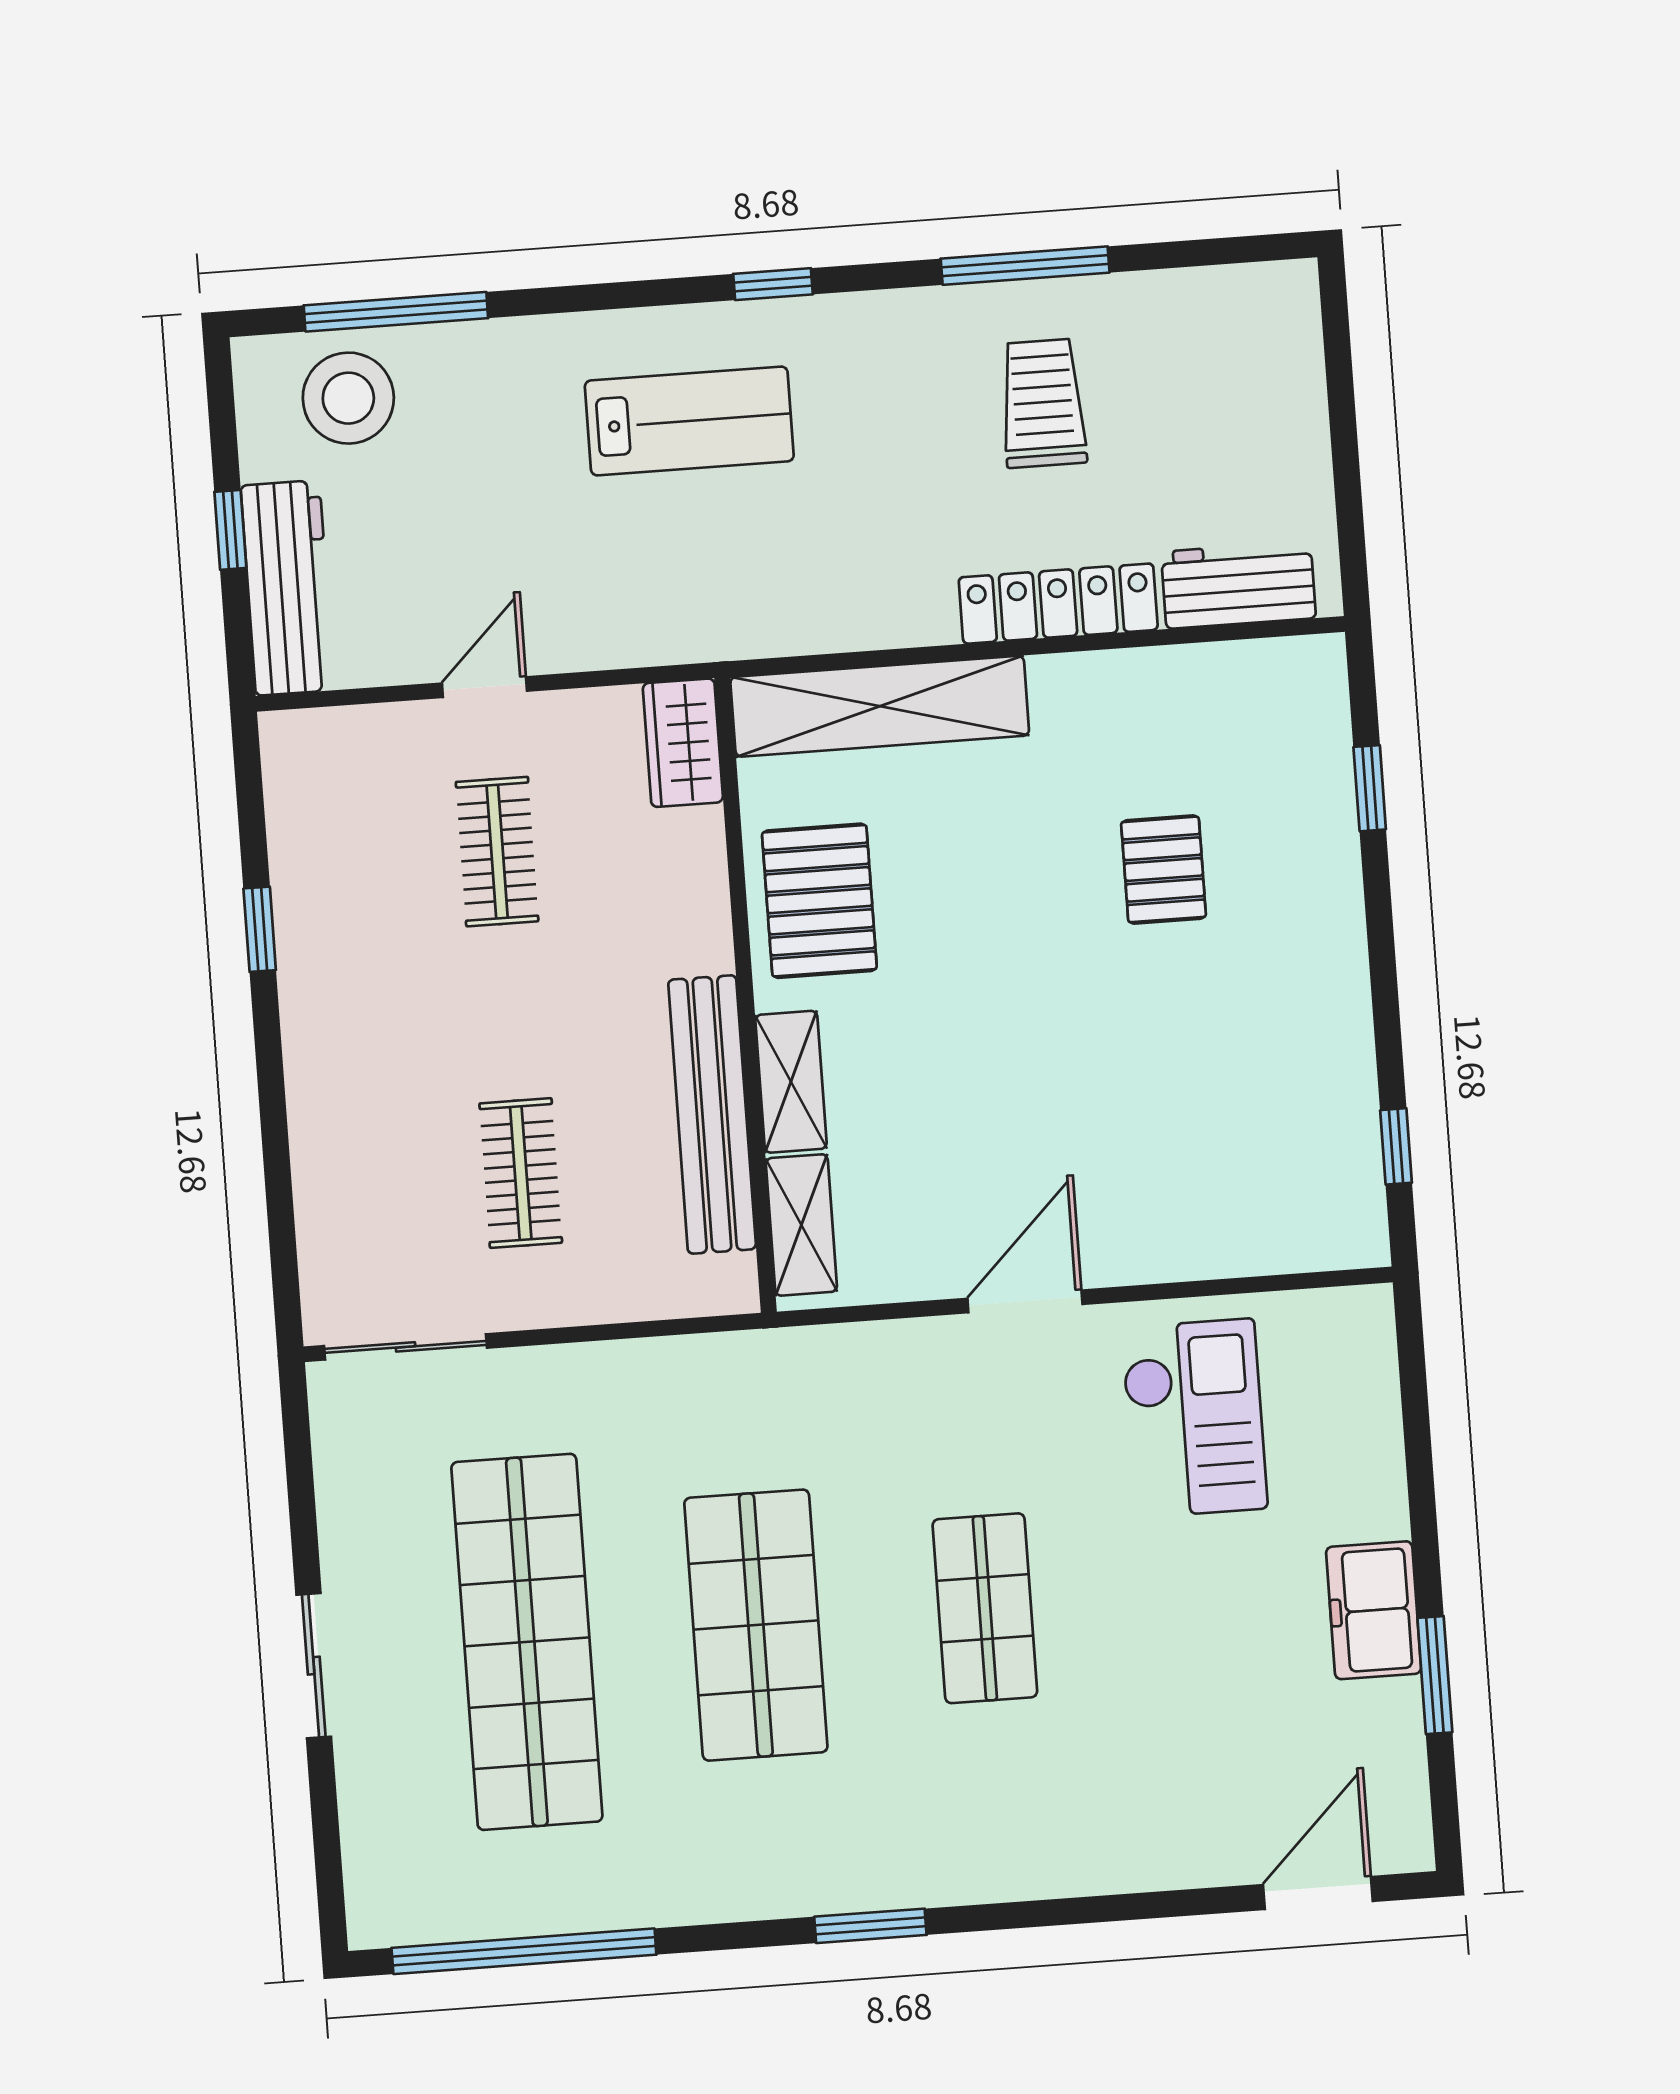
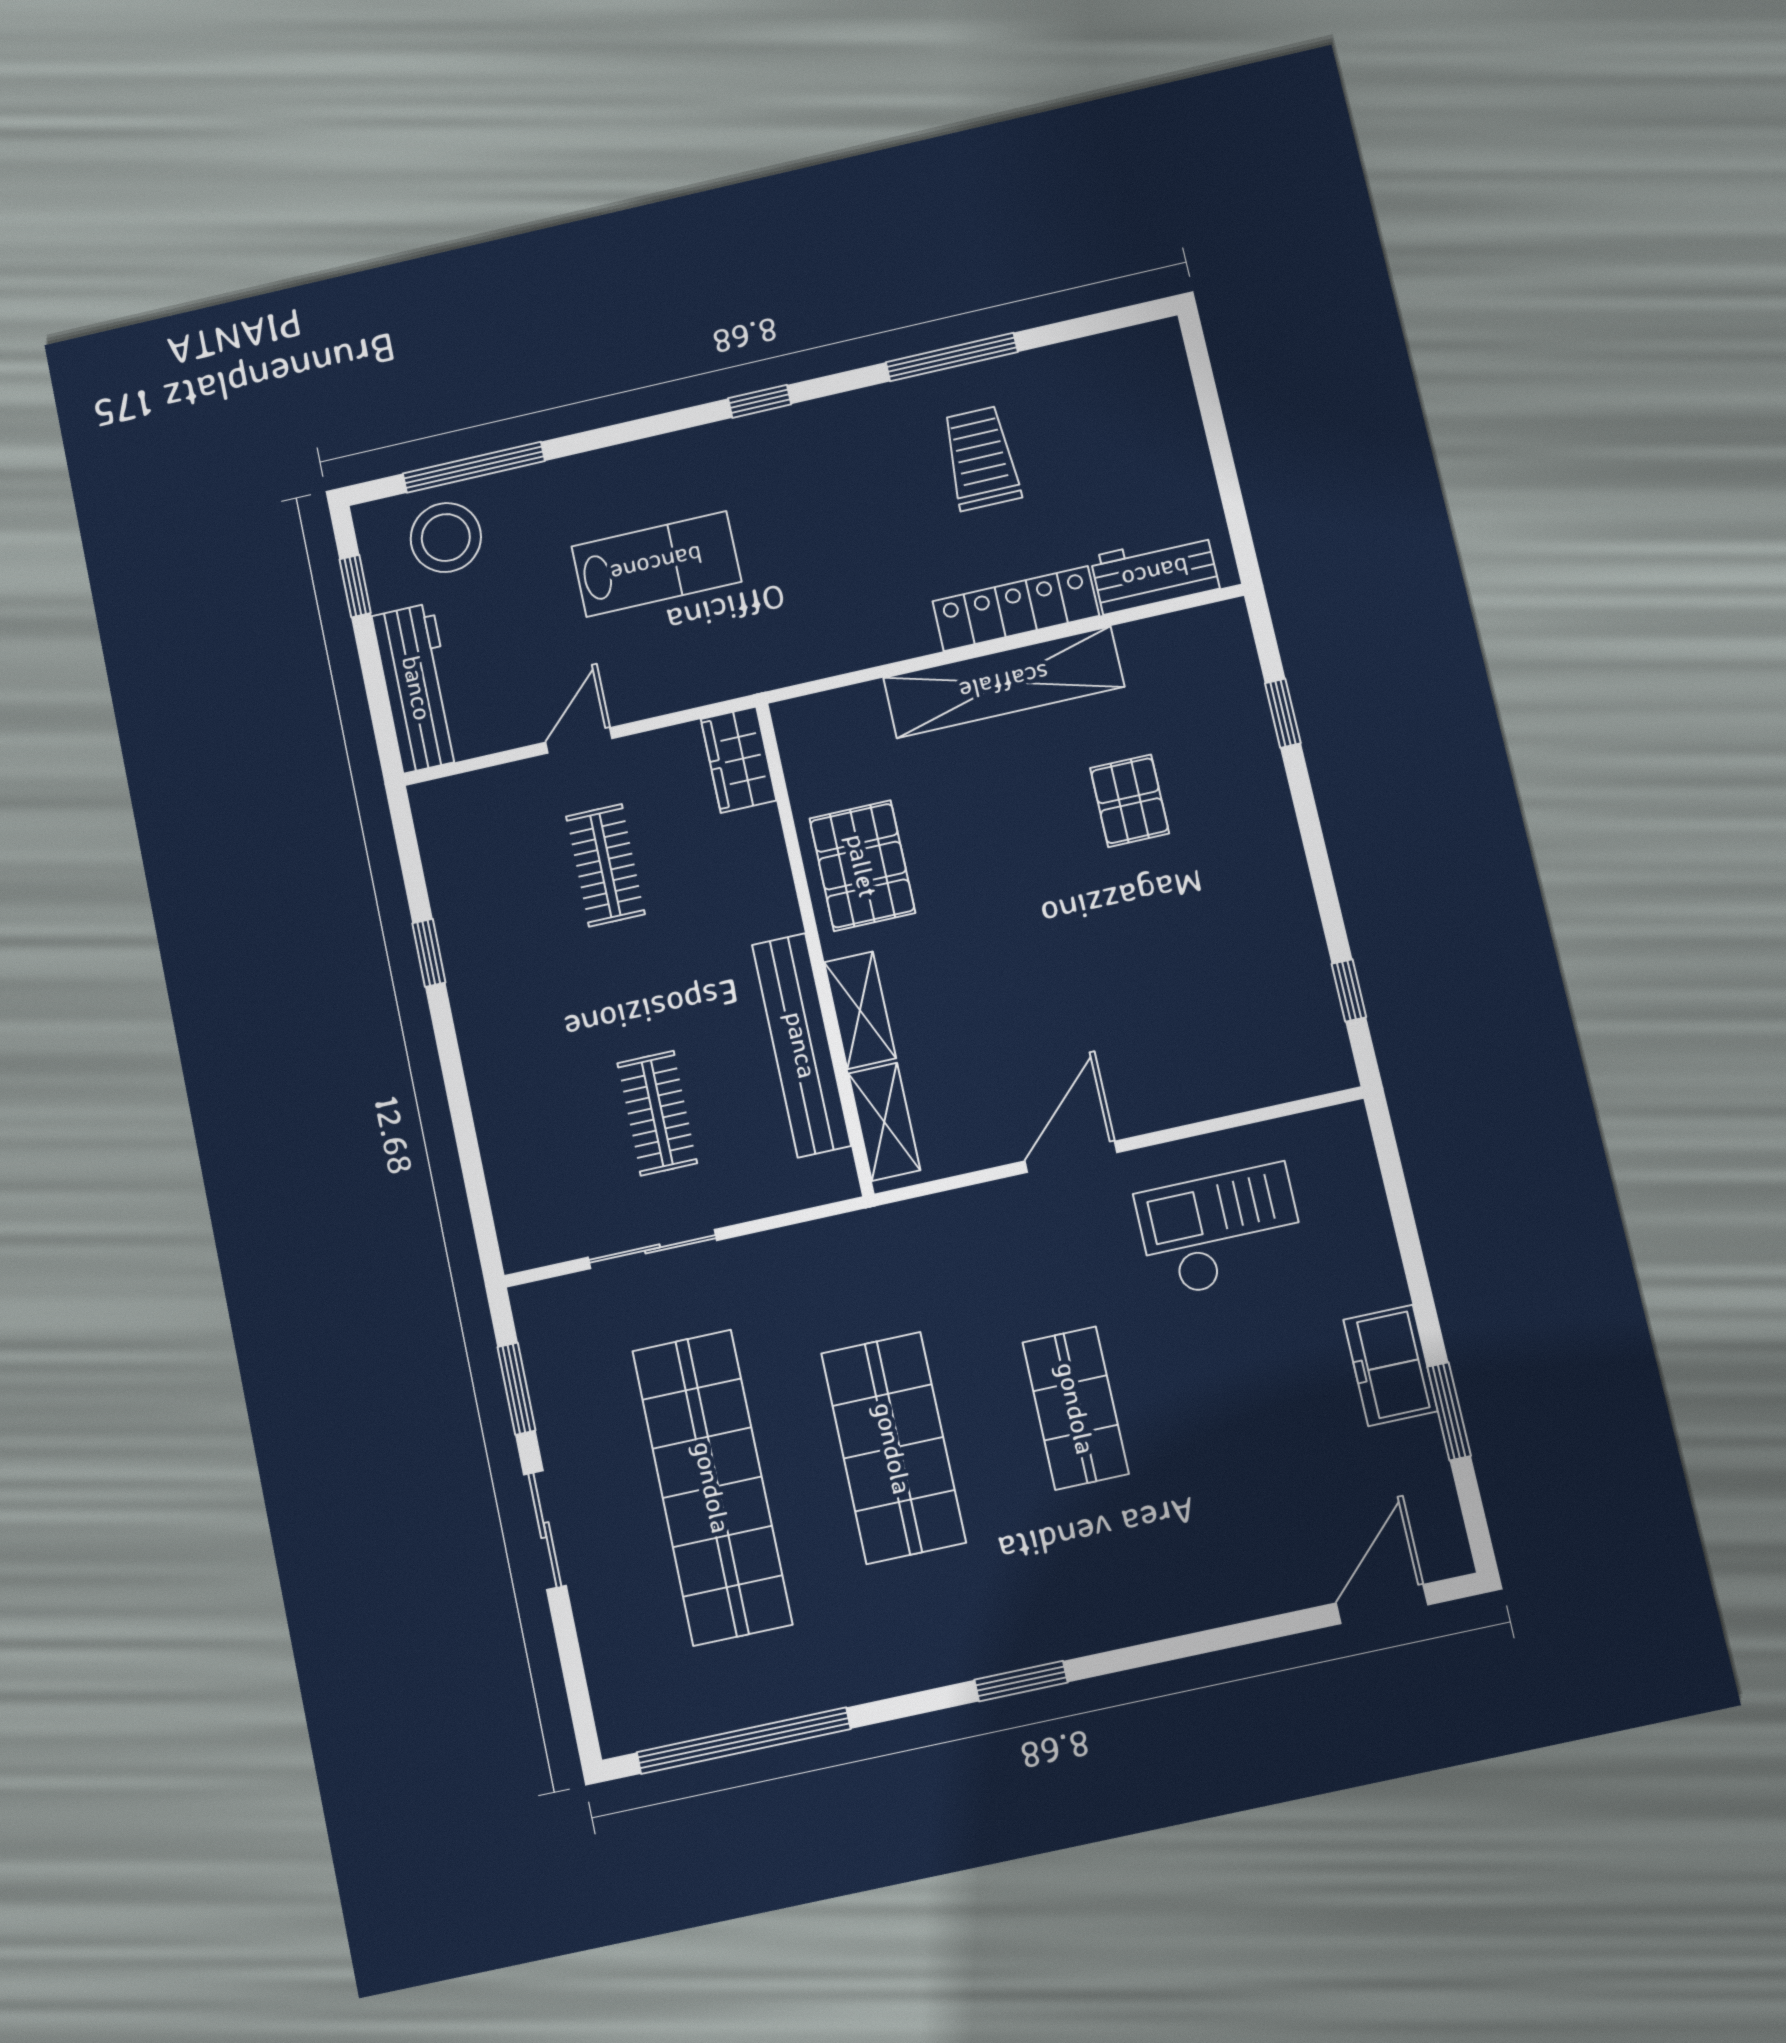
lab bench: (689, 421) -> (656, 564), moved
window: (230, 530) -> (355, 586), moved
shelving: (880, 706) -> (1004, 682), moved
sliding door: (406, 1347) -> (653, 1249), moved
checkout: (1194, 1418) -> (1221, 1231), turned -90
window: (301, 1488) -> (516, 1389), added

